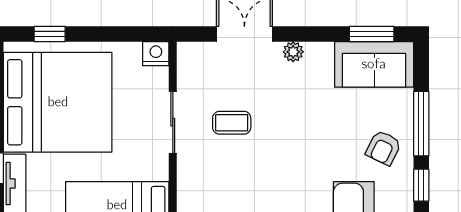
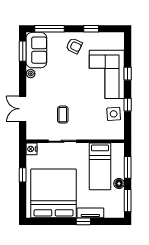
window: (50, 34) -> (23, 175), moved
plant: (293, 52) -> (31, 74), moved
window: (421, 124) -> (50, 29), moved

